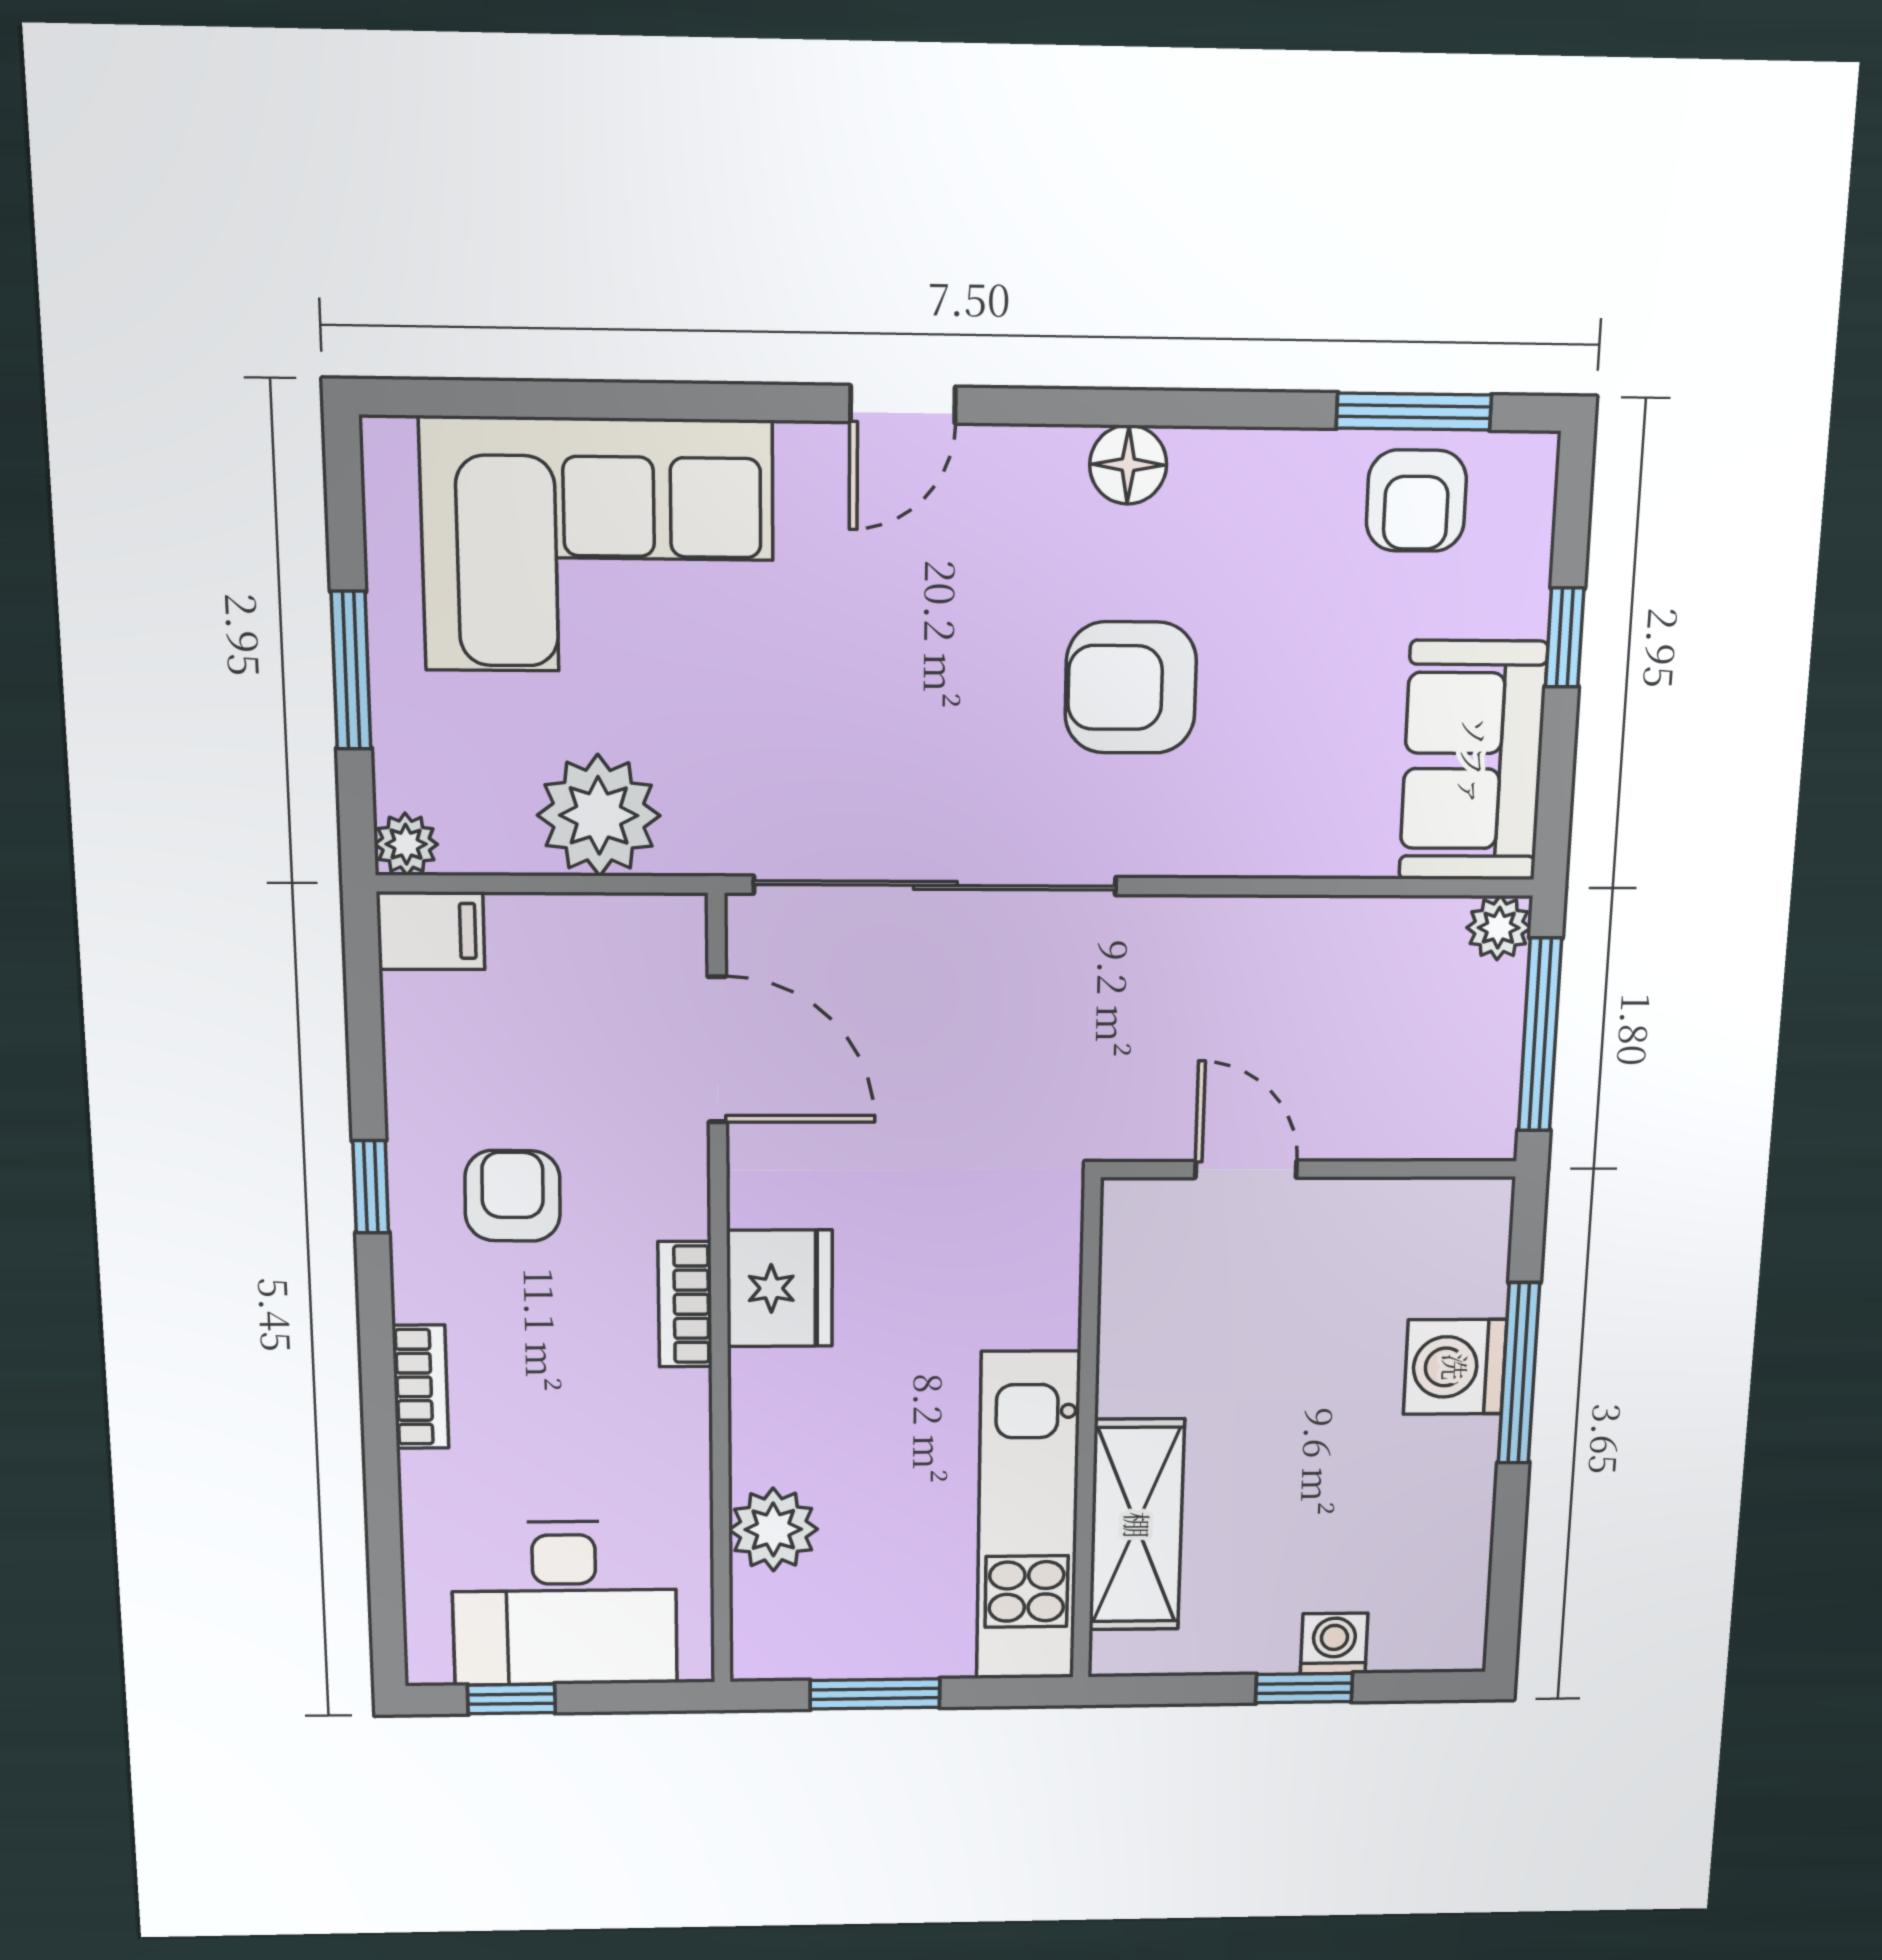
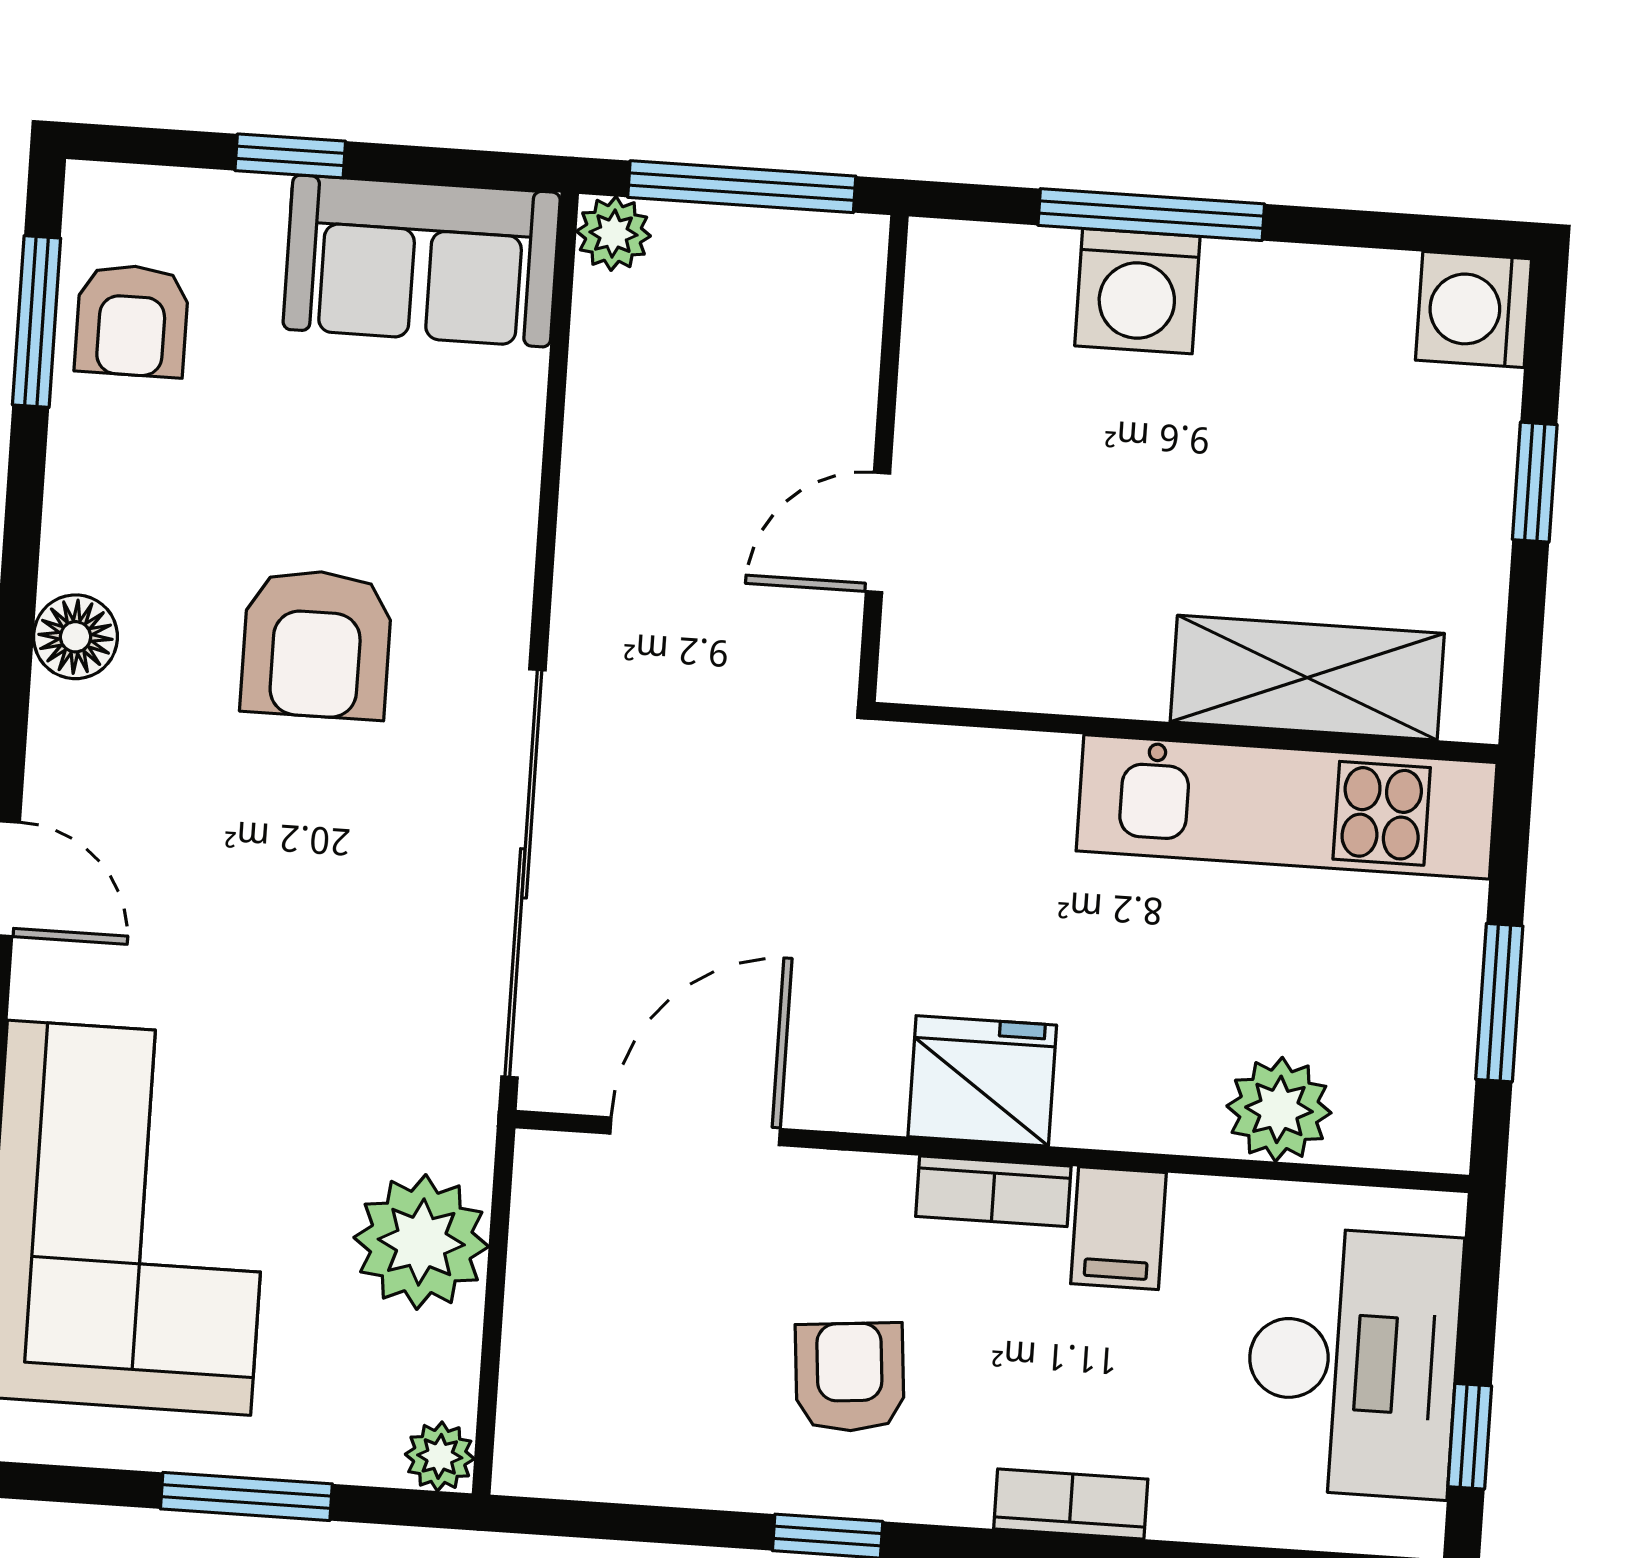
armchair: (1416, 501) -> (132, 320), turned 90
filing cabinet: (431, 931) -> (1118, 1228), moved, turned 180
armchair: (513, 1196) -> (850, 1377), turned 84
washing machine: (1334, 1644) -> (1474, 310), moved, width x1.38, depth x1.38

